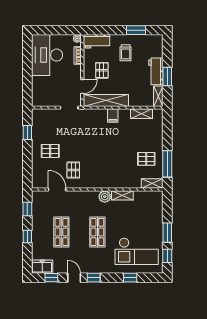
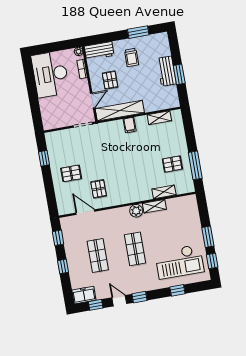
shelving: (158, 96) -> (173, 97), removed
shelving: (152, 184) -> (164, 192), moved

